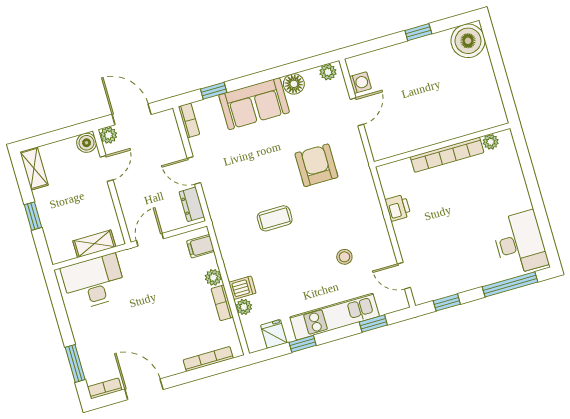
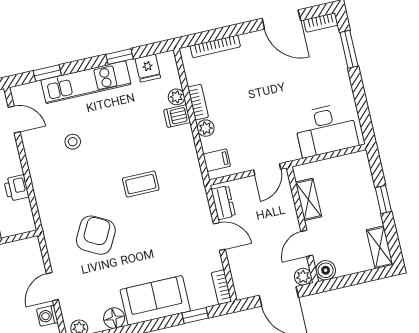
armchair: (316, 165) -> (96, 235), turned -152
shelving: (94, 244) -> (308, 199), moved, turned 90

